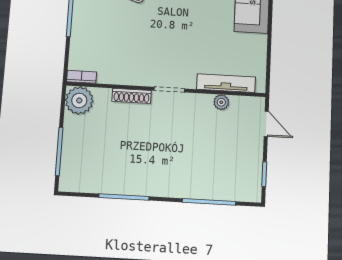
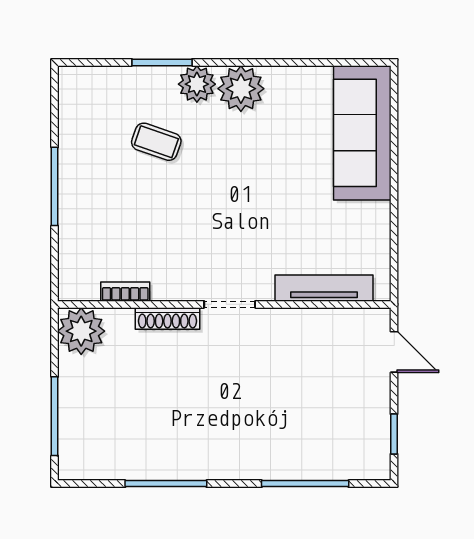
bookcase: (82, 77) -> (125, 292), moved
plant: (221, 102) -> (318, 320), removed

